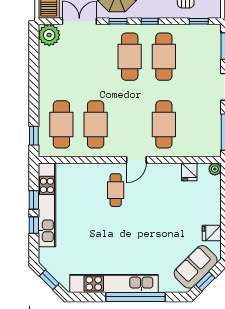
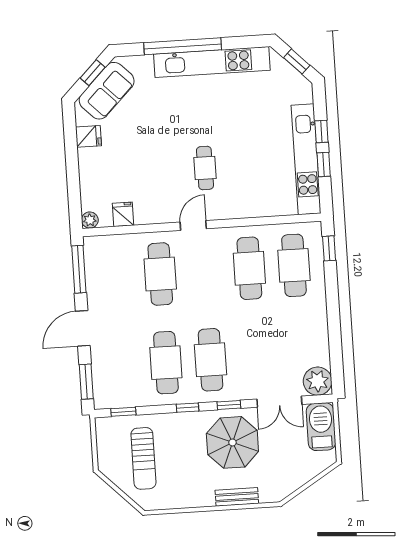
cafe table: (116, 190) -> (205, 168), moved

